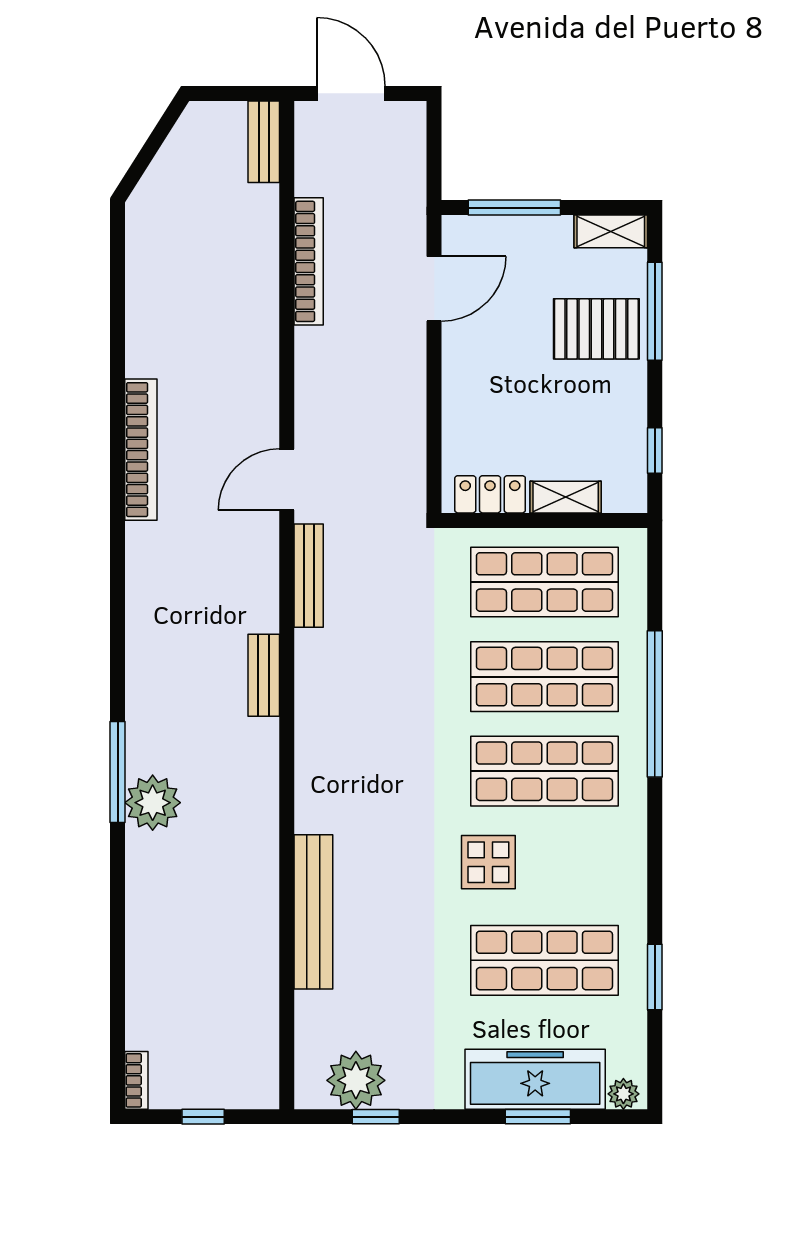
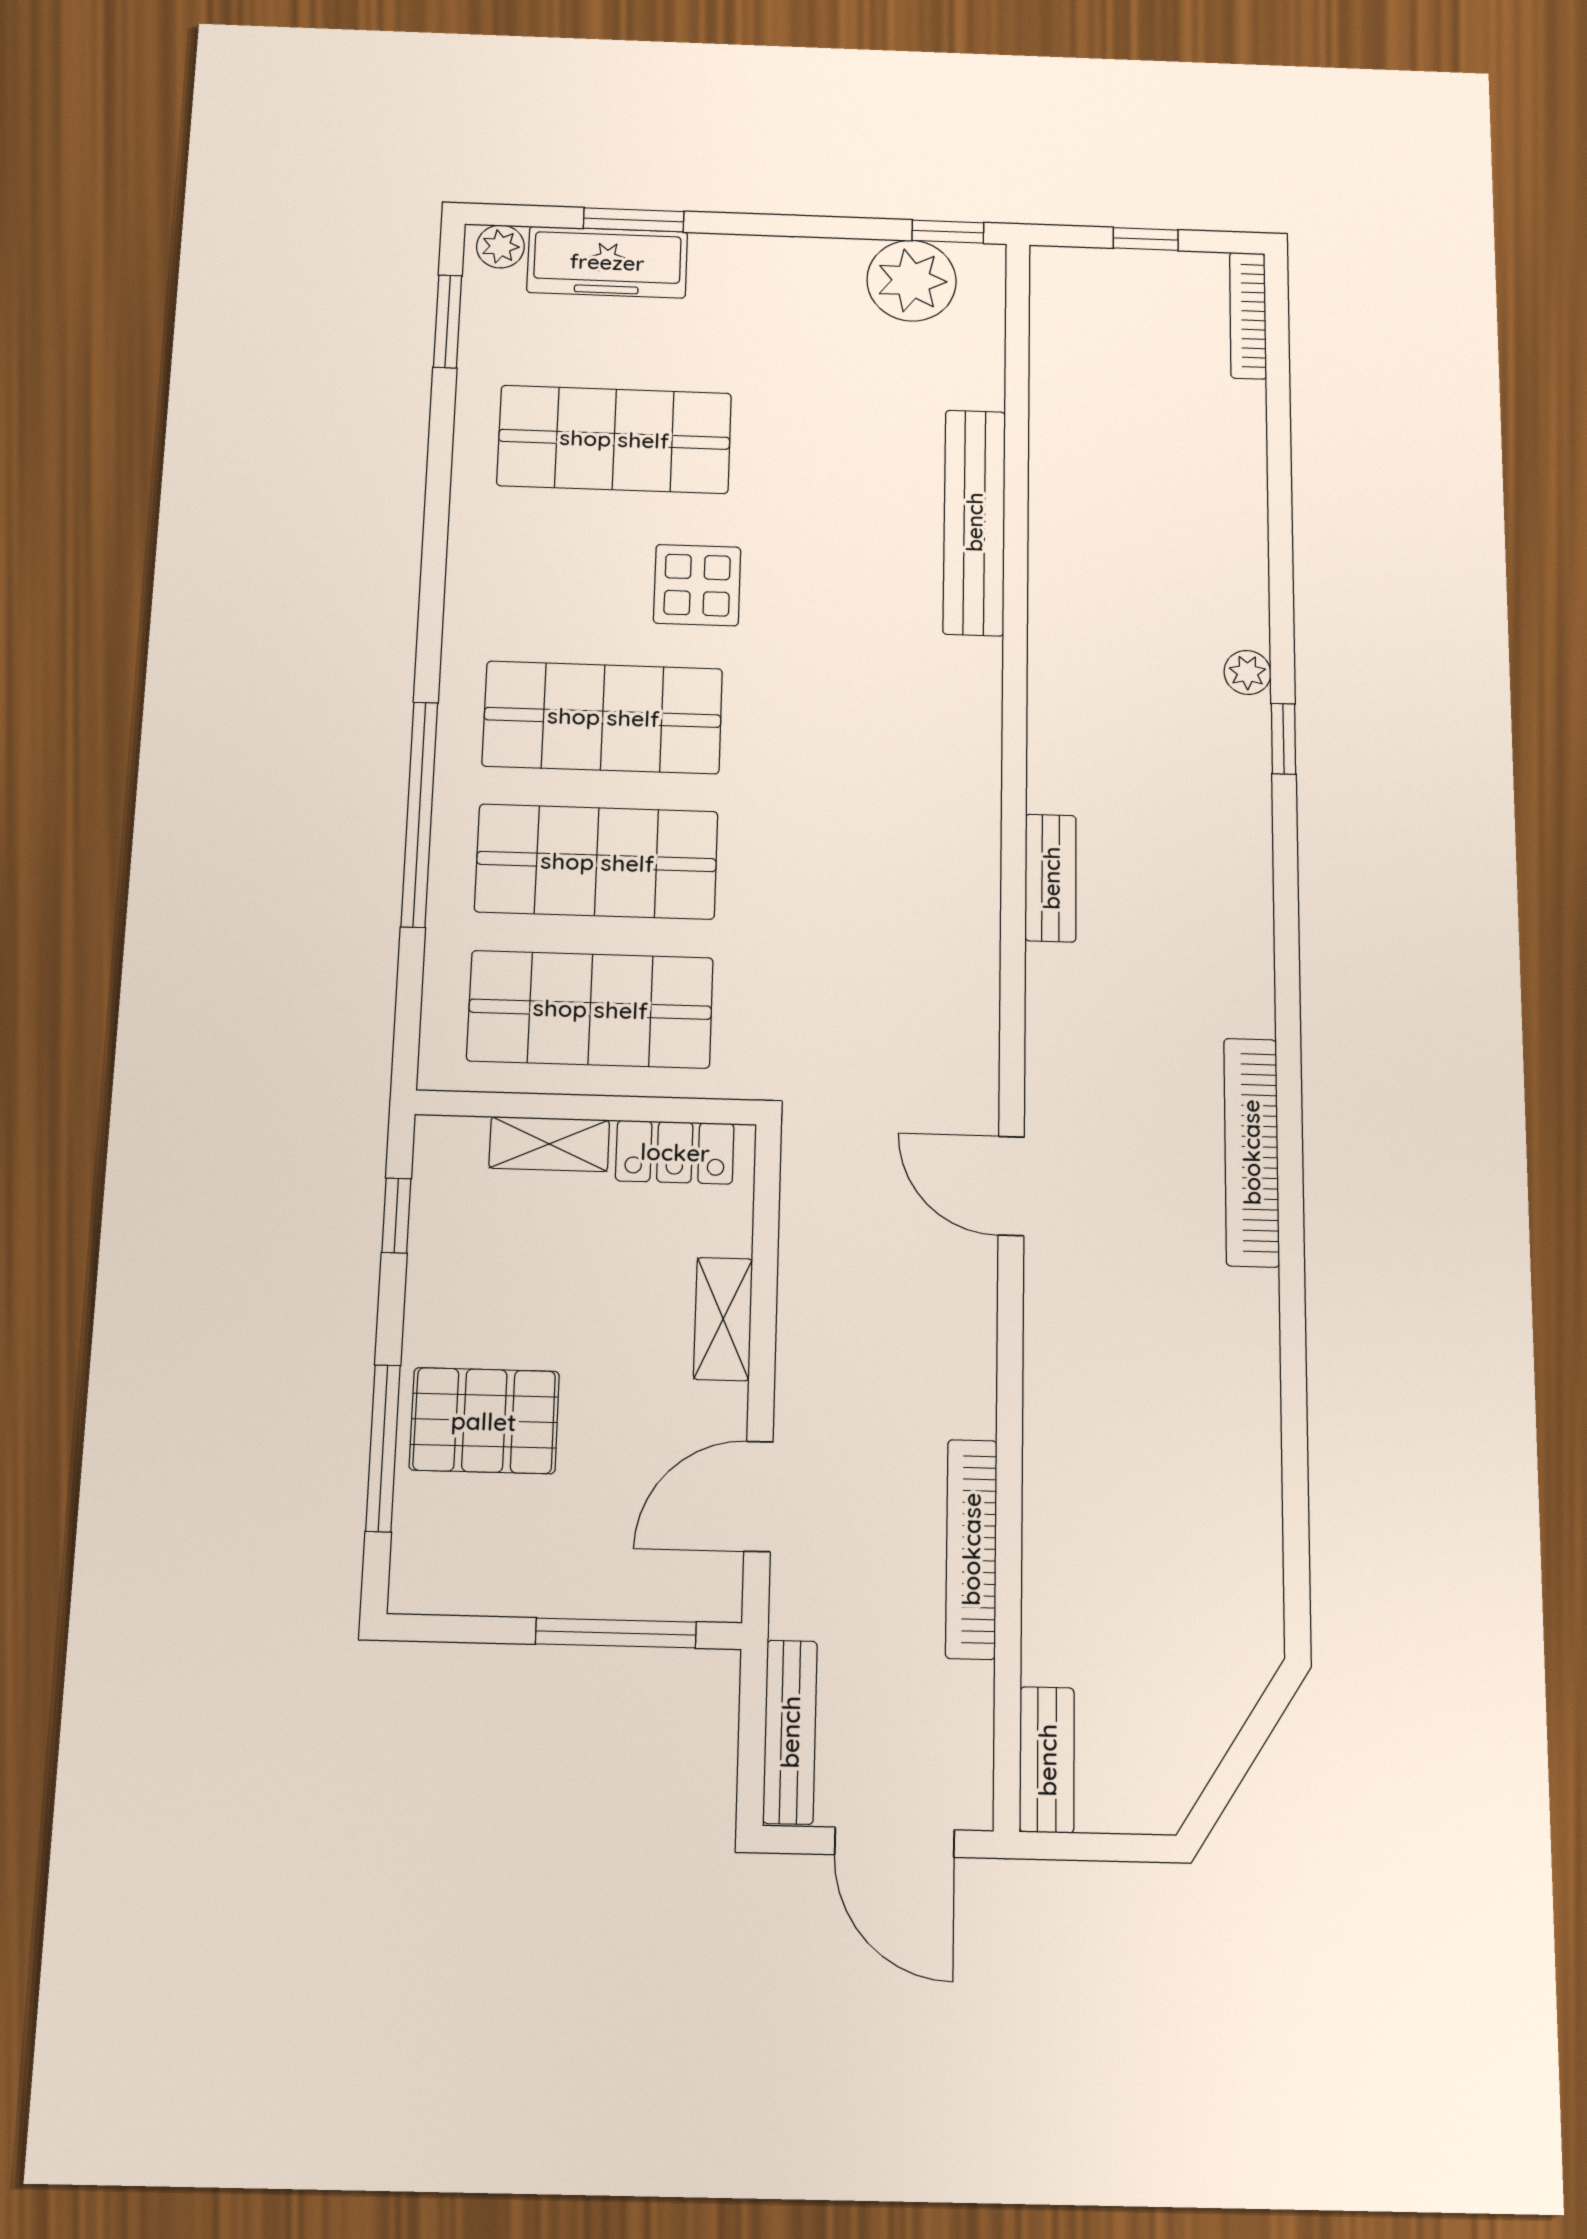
shelving: (611, 231) -> (723, 1319), moved, turned 90
bookcase: (141, 450) -> (1251, 1152), moved
door: (287, 480) -> (1011, 1186), swing flipped
bench: (309, 576) -> (790, 1732), moved
window: (118, 772) -> (1283, 739), width x0.46
plant: (153, 803) -> (1247, 672), width x0.53, depth x0.53
window: (655, 977) -> (448, 321), moved
freezer: (535, 1079) -> (607, 262), width x0.73, depth x0.79
bookcase: (136, 1080) -> (1248, 316), width x1.56
window: (376, 1117) -> (948, 232), moved

